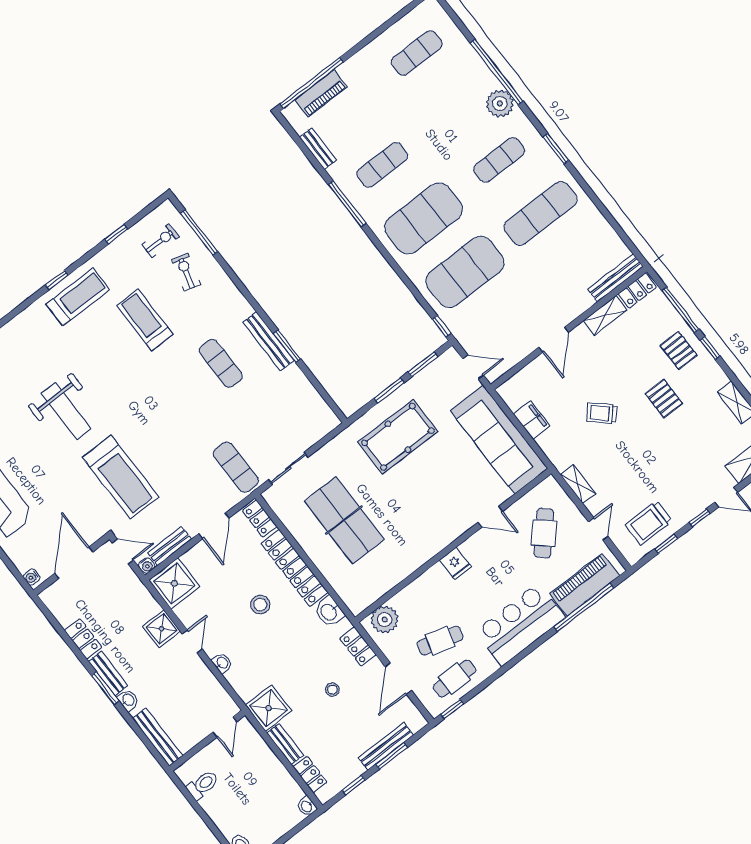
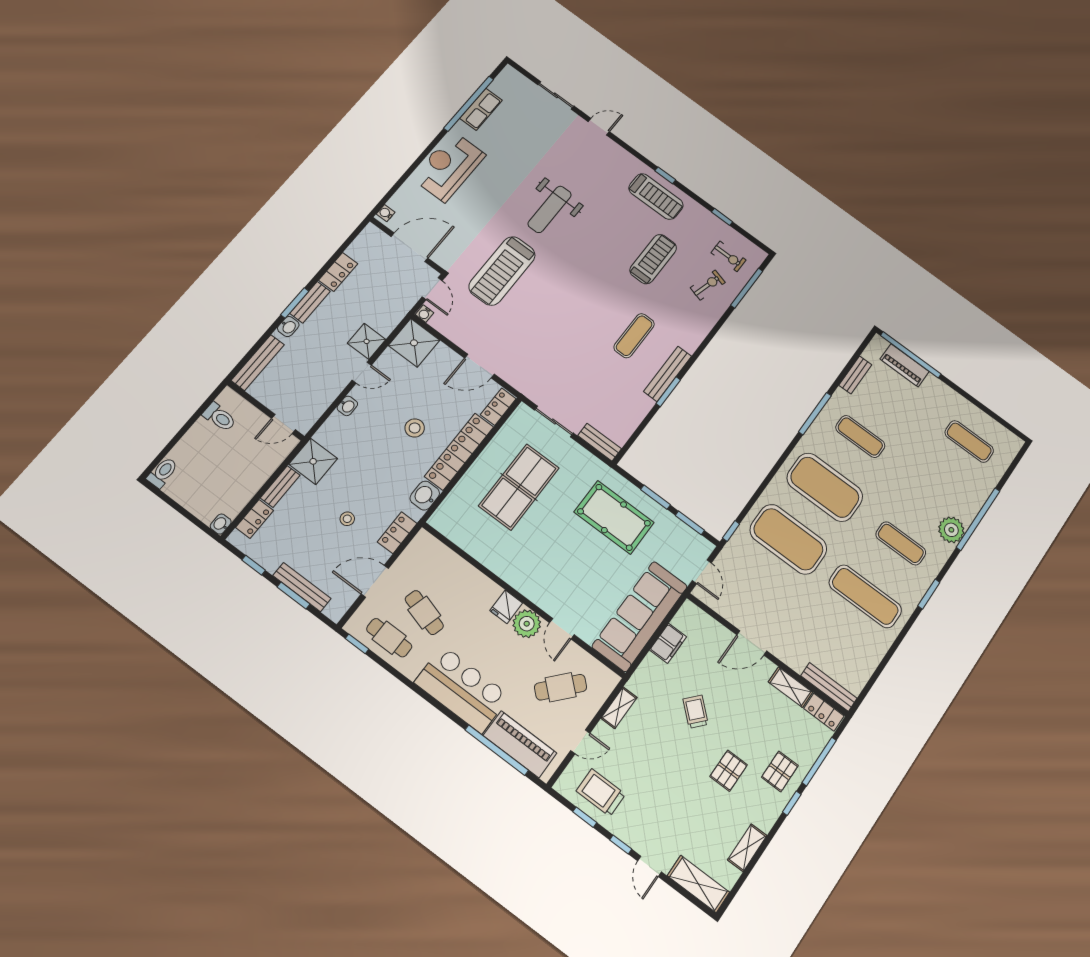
exercise mat: (236, 467) -> (541, 373), removed
bench: (170, 546) -> (600, 442), moved
plant: (385, 620) -> (527, 624), moved

